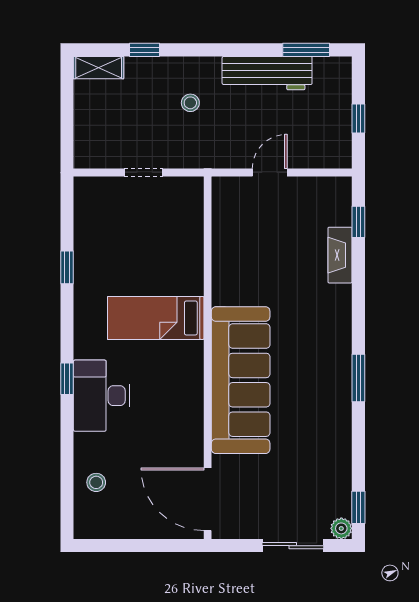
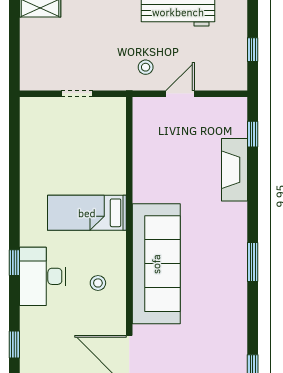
stool: (190, 103) -> (146, 67), moved
fireplace: (340, 255) -> (235, 170), width x1.37, depth x1.32
window: (67, 267) -> (14, 344), moved
stool: (96, 482) -> (98, 283), moved

